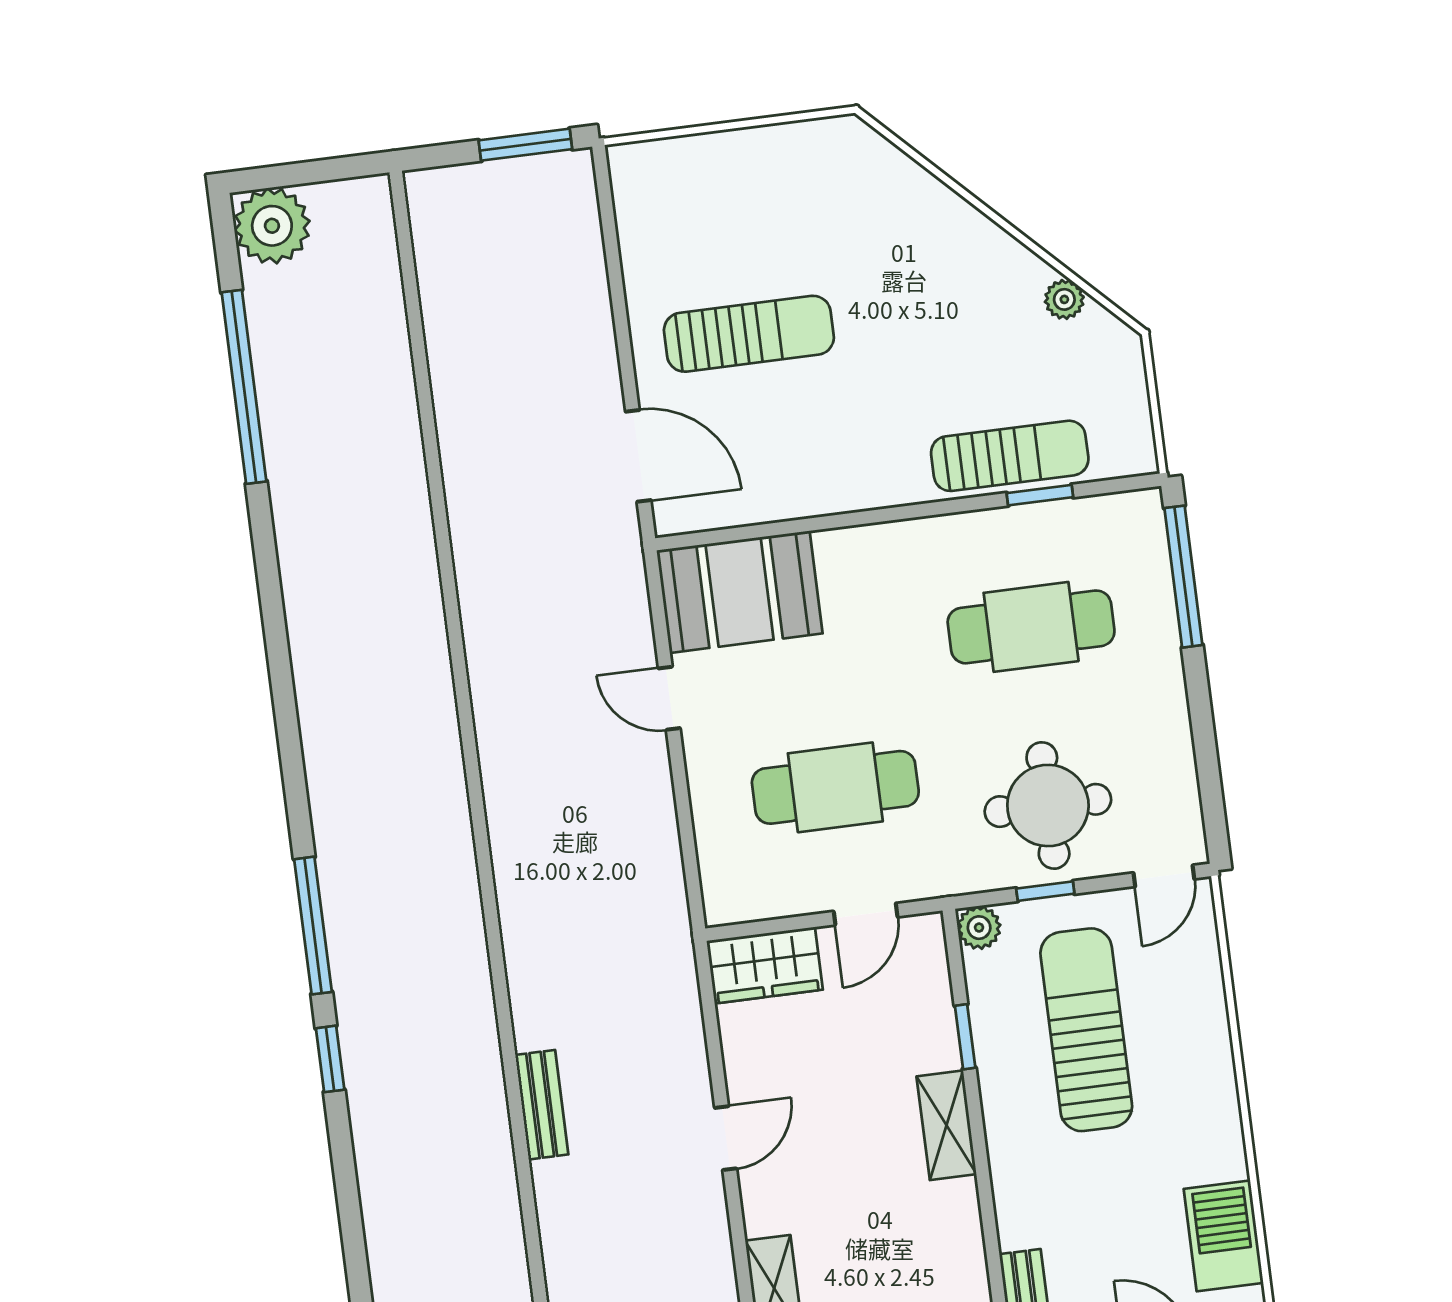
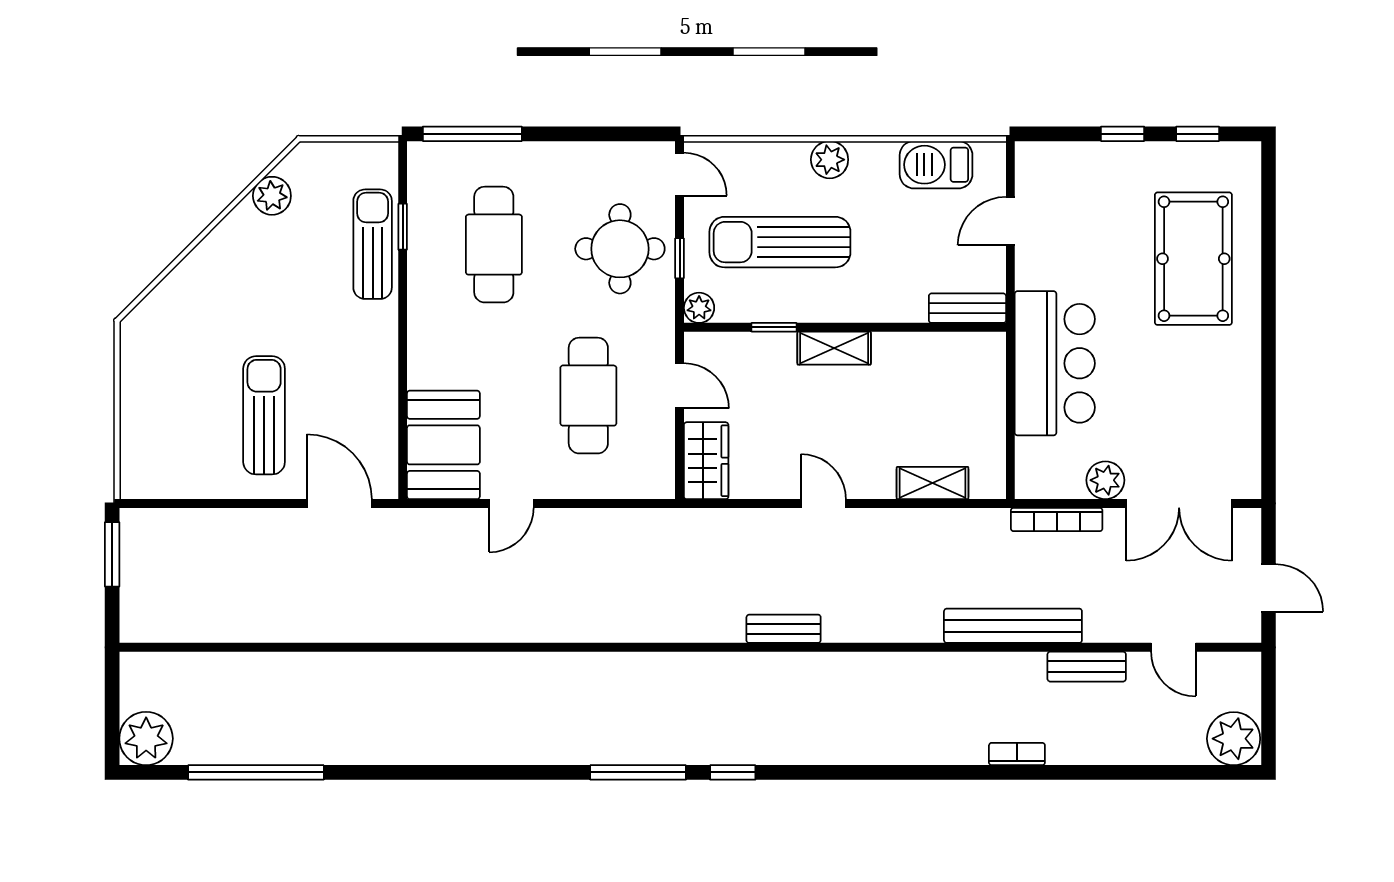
plant: (1064, 299) -> (272, 196), width x1.38, depth x1.38
door: (638, 456) -> (339, 503), hinge flipped
plant: (1211, 1085) -> (830, 160), added

